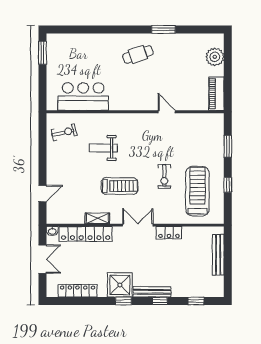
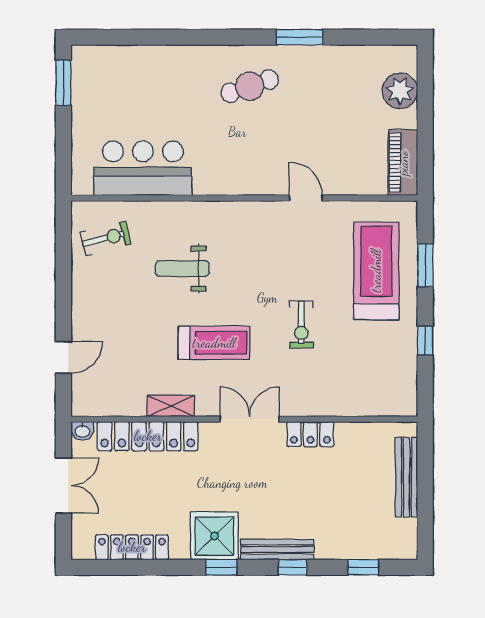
treadmill: (197, 191) -> (376, 271), moved

